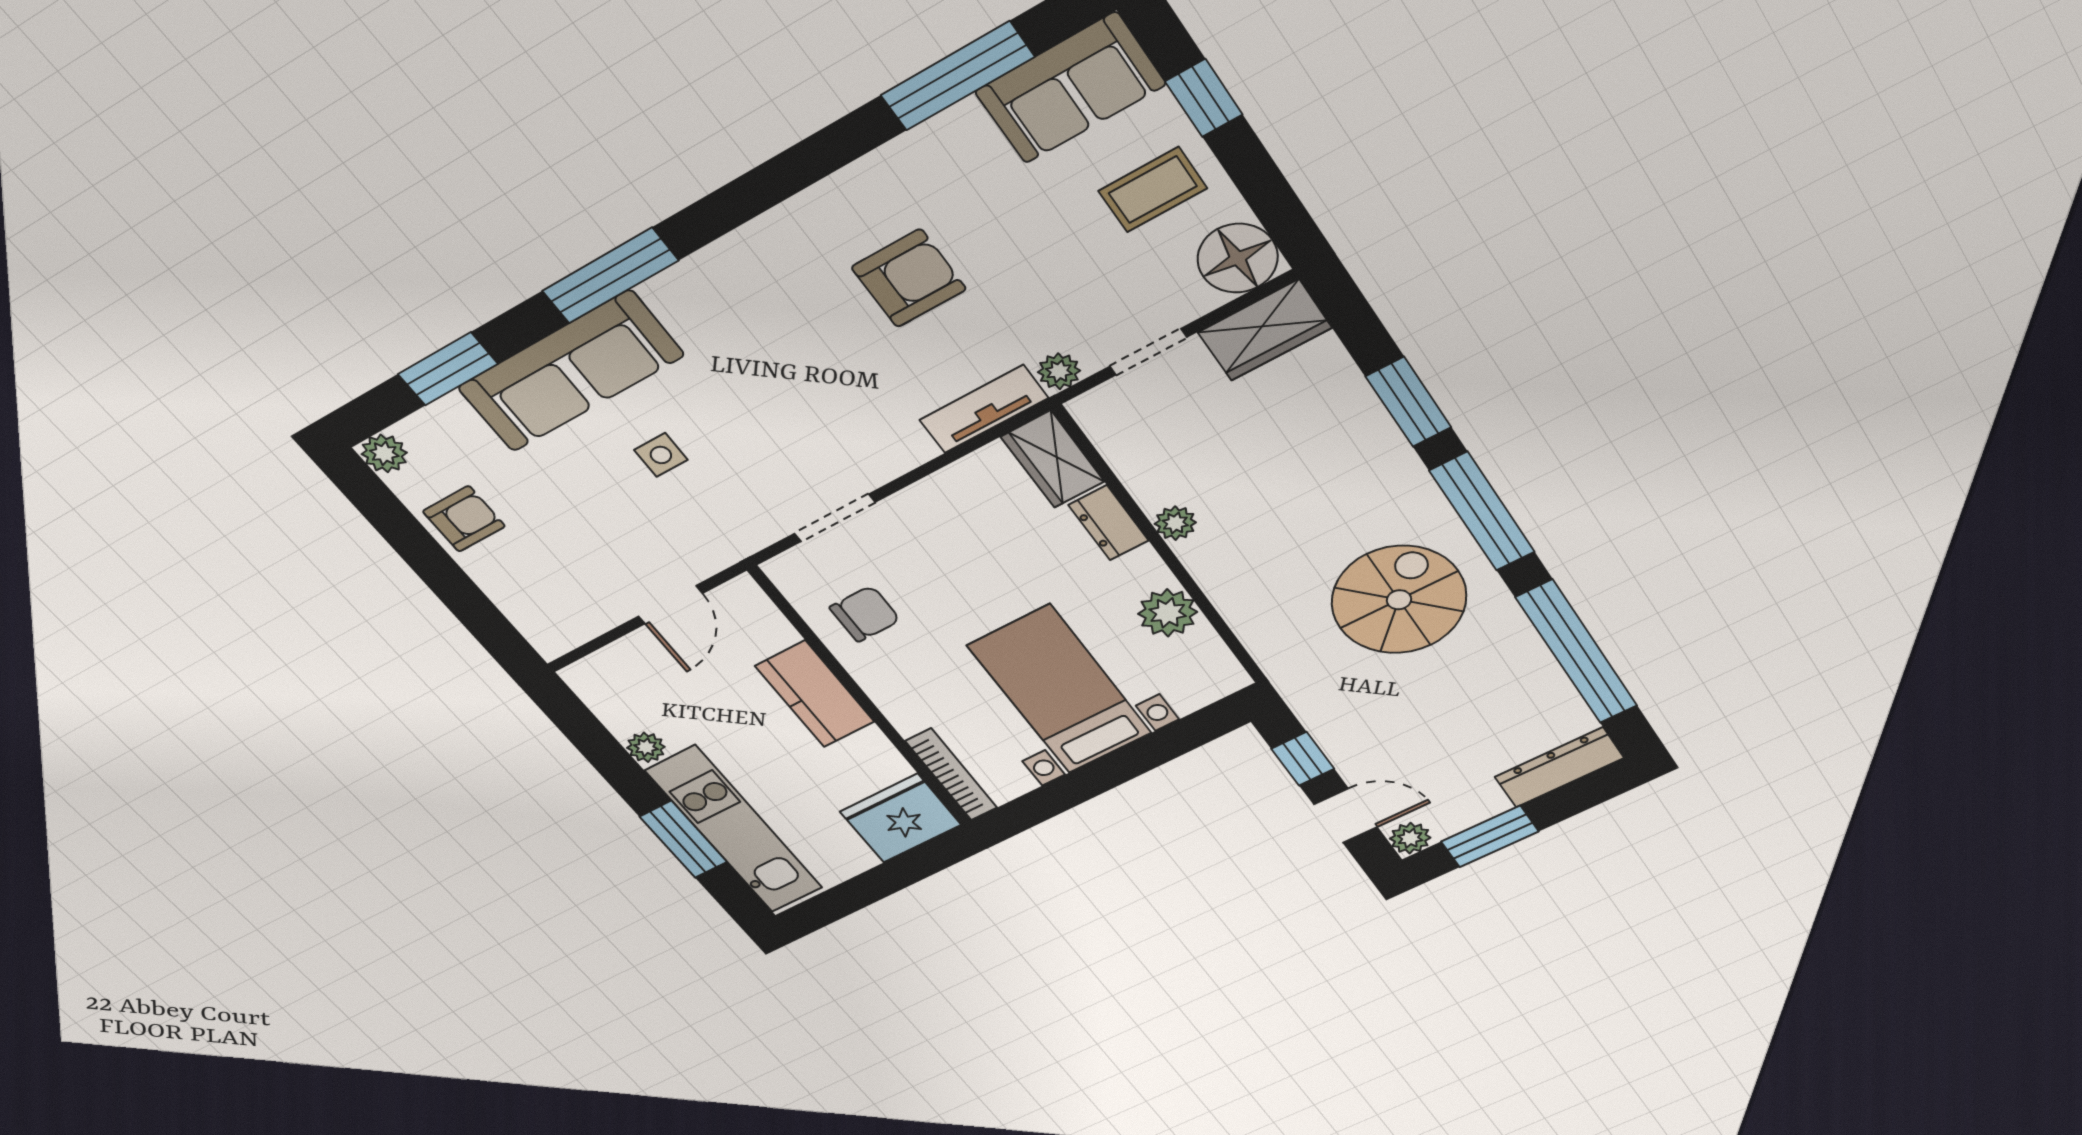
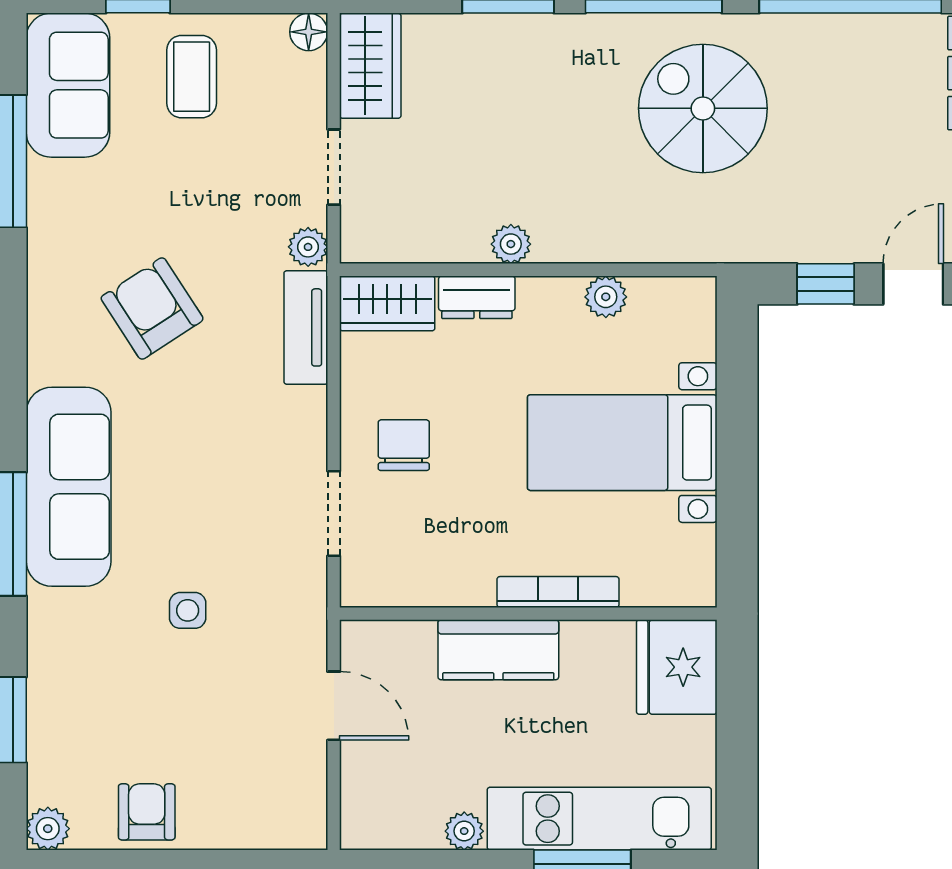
floor lamp: (1238, 258) -> (309, 32), width x0.53, depth x0.53
armchair: (909, 278) -> (152, 308), turned -33
sofa: (571, 371) -> (69, 487), moved
plant: (1168, 613) -> (606, 297), width x0.73, depth x0.73
chair: (865, 614) -> (404, 445), moved
bookcase: (951, 775) -> (558, 592), moved

